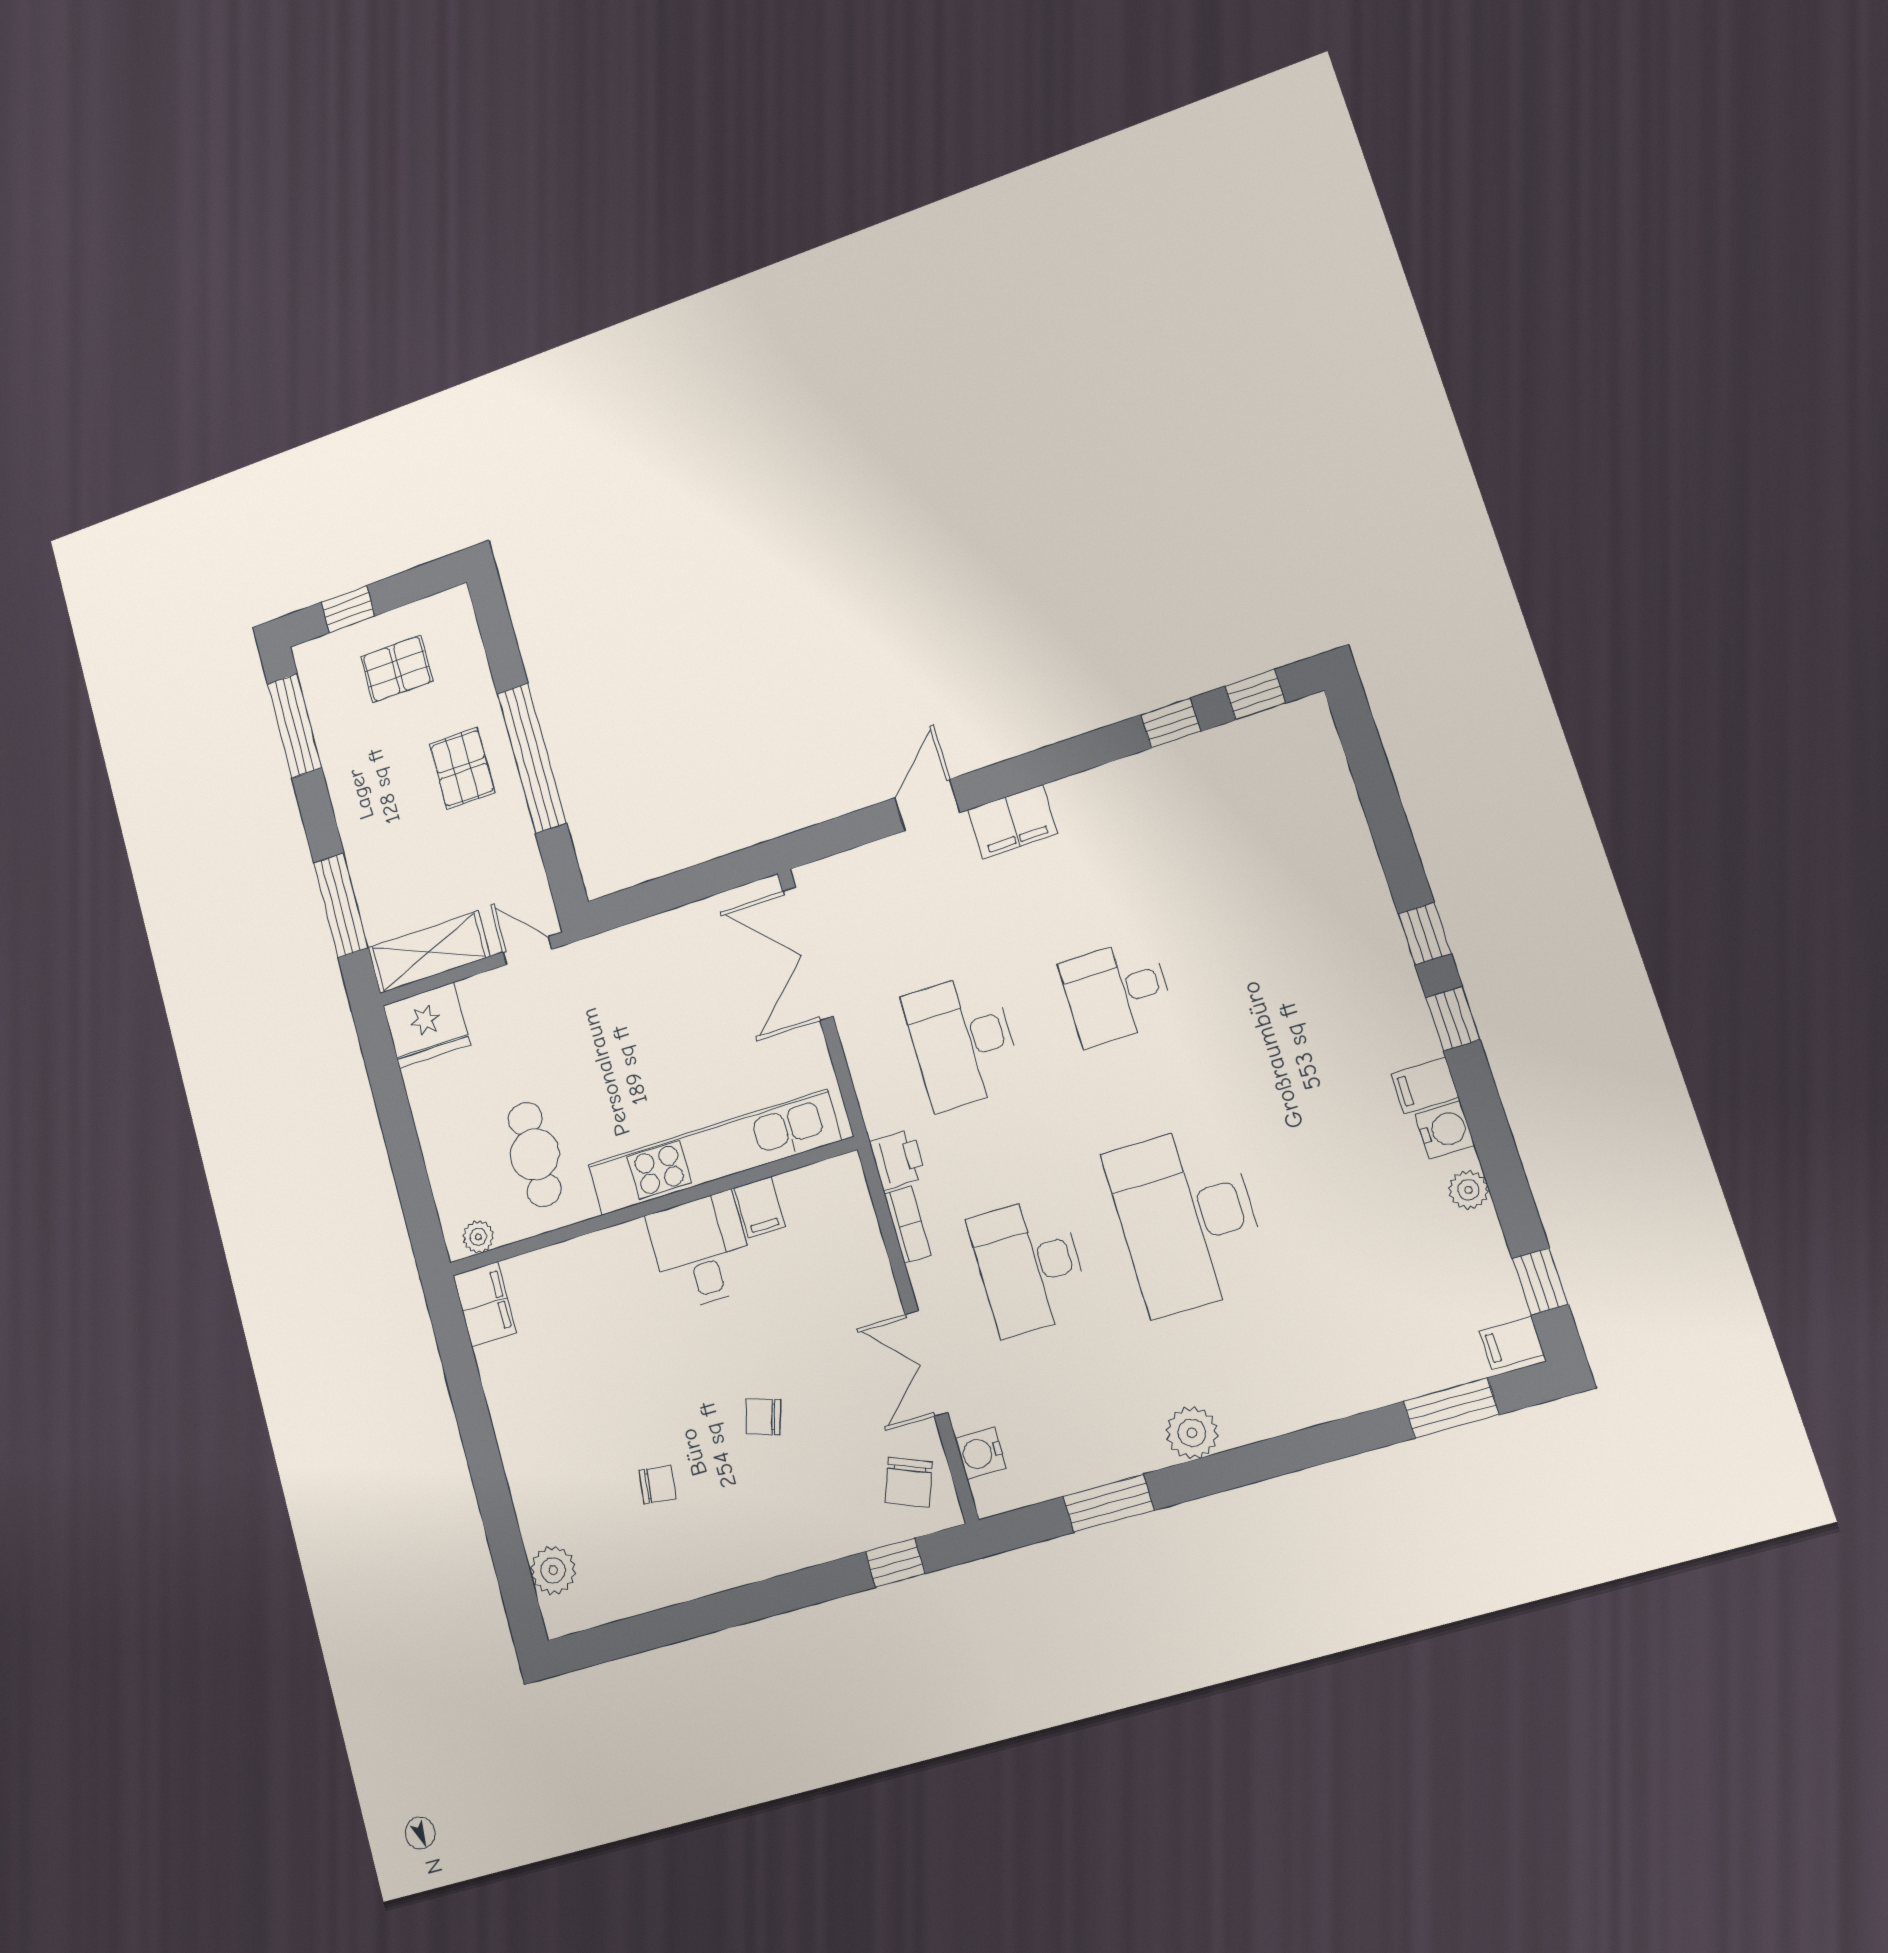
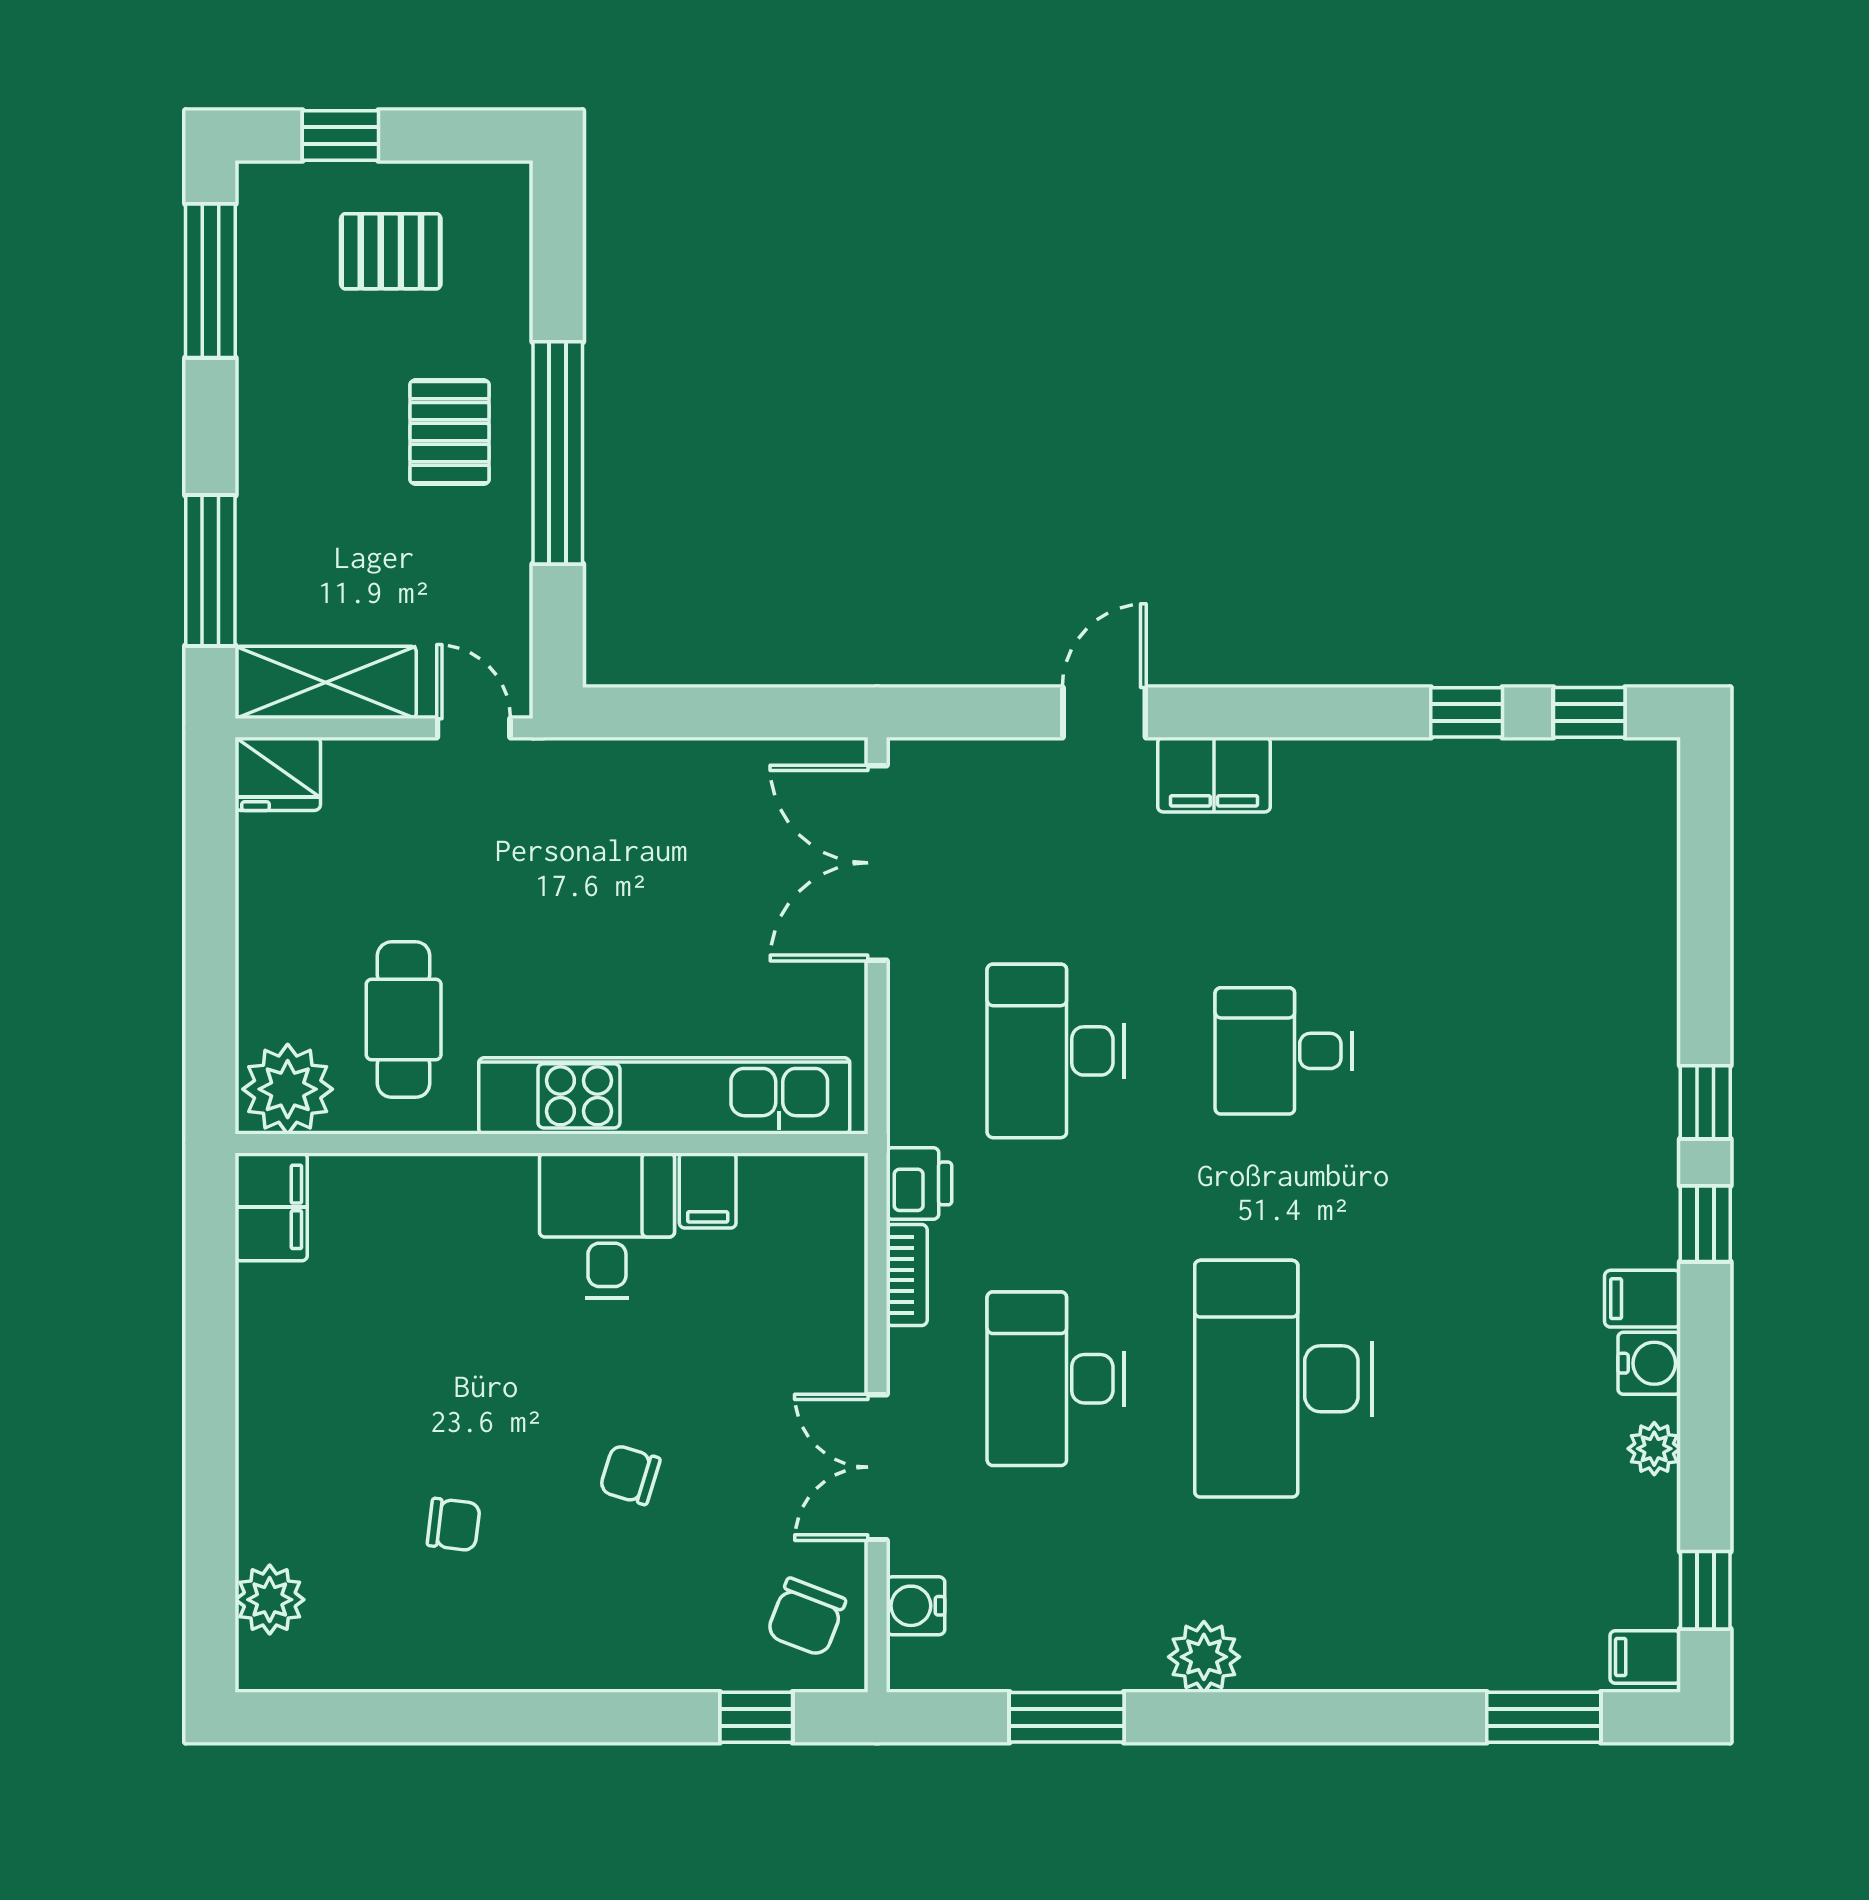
fridge: (426, 1025) -> (278, 774), width x0.73, depth x0.75
plant: (478, 1237) -> (288, 1089), width x1.88, depth x1.88

